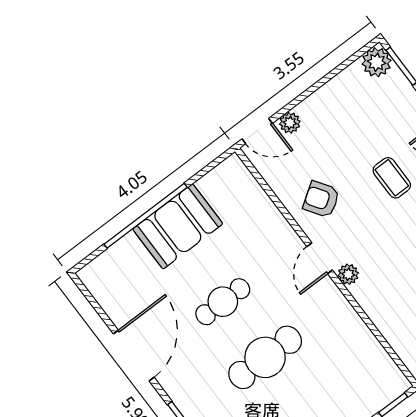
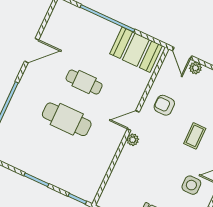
armchair: (321, 199) -> (164, 105), turned -56
booth: (178, 226) -> (136, 50), moved
door: (134, 356) -> (32, 51), width x0.73

